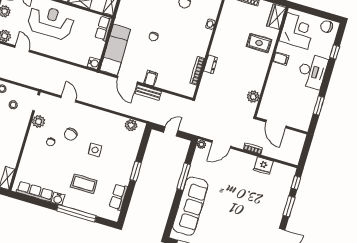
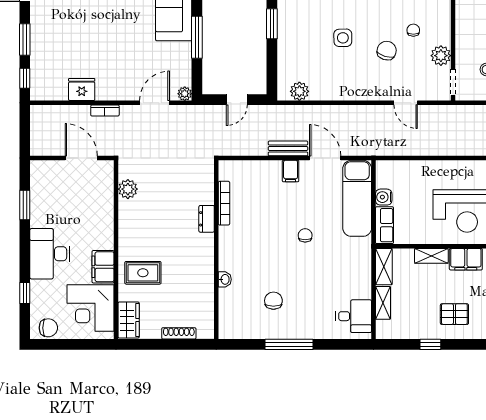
filing cabinet: (281, 59) -> (103, 267), width x2.00
water cooler: (94, 63) -> (384, 197), moved

